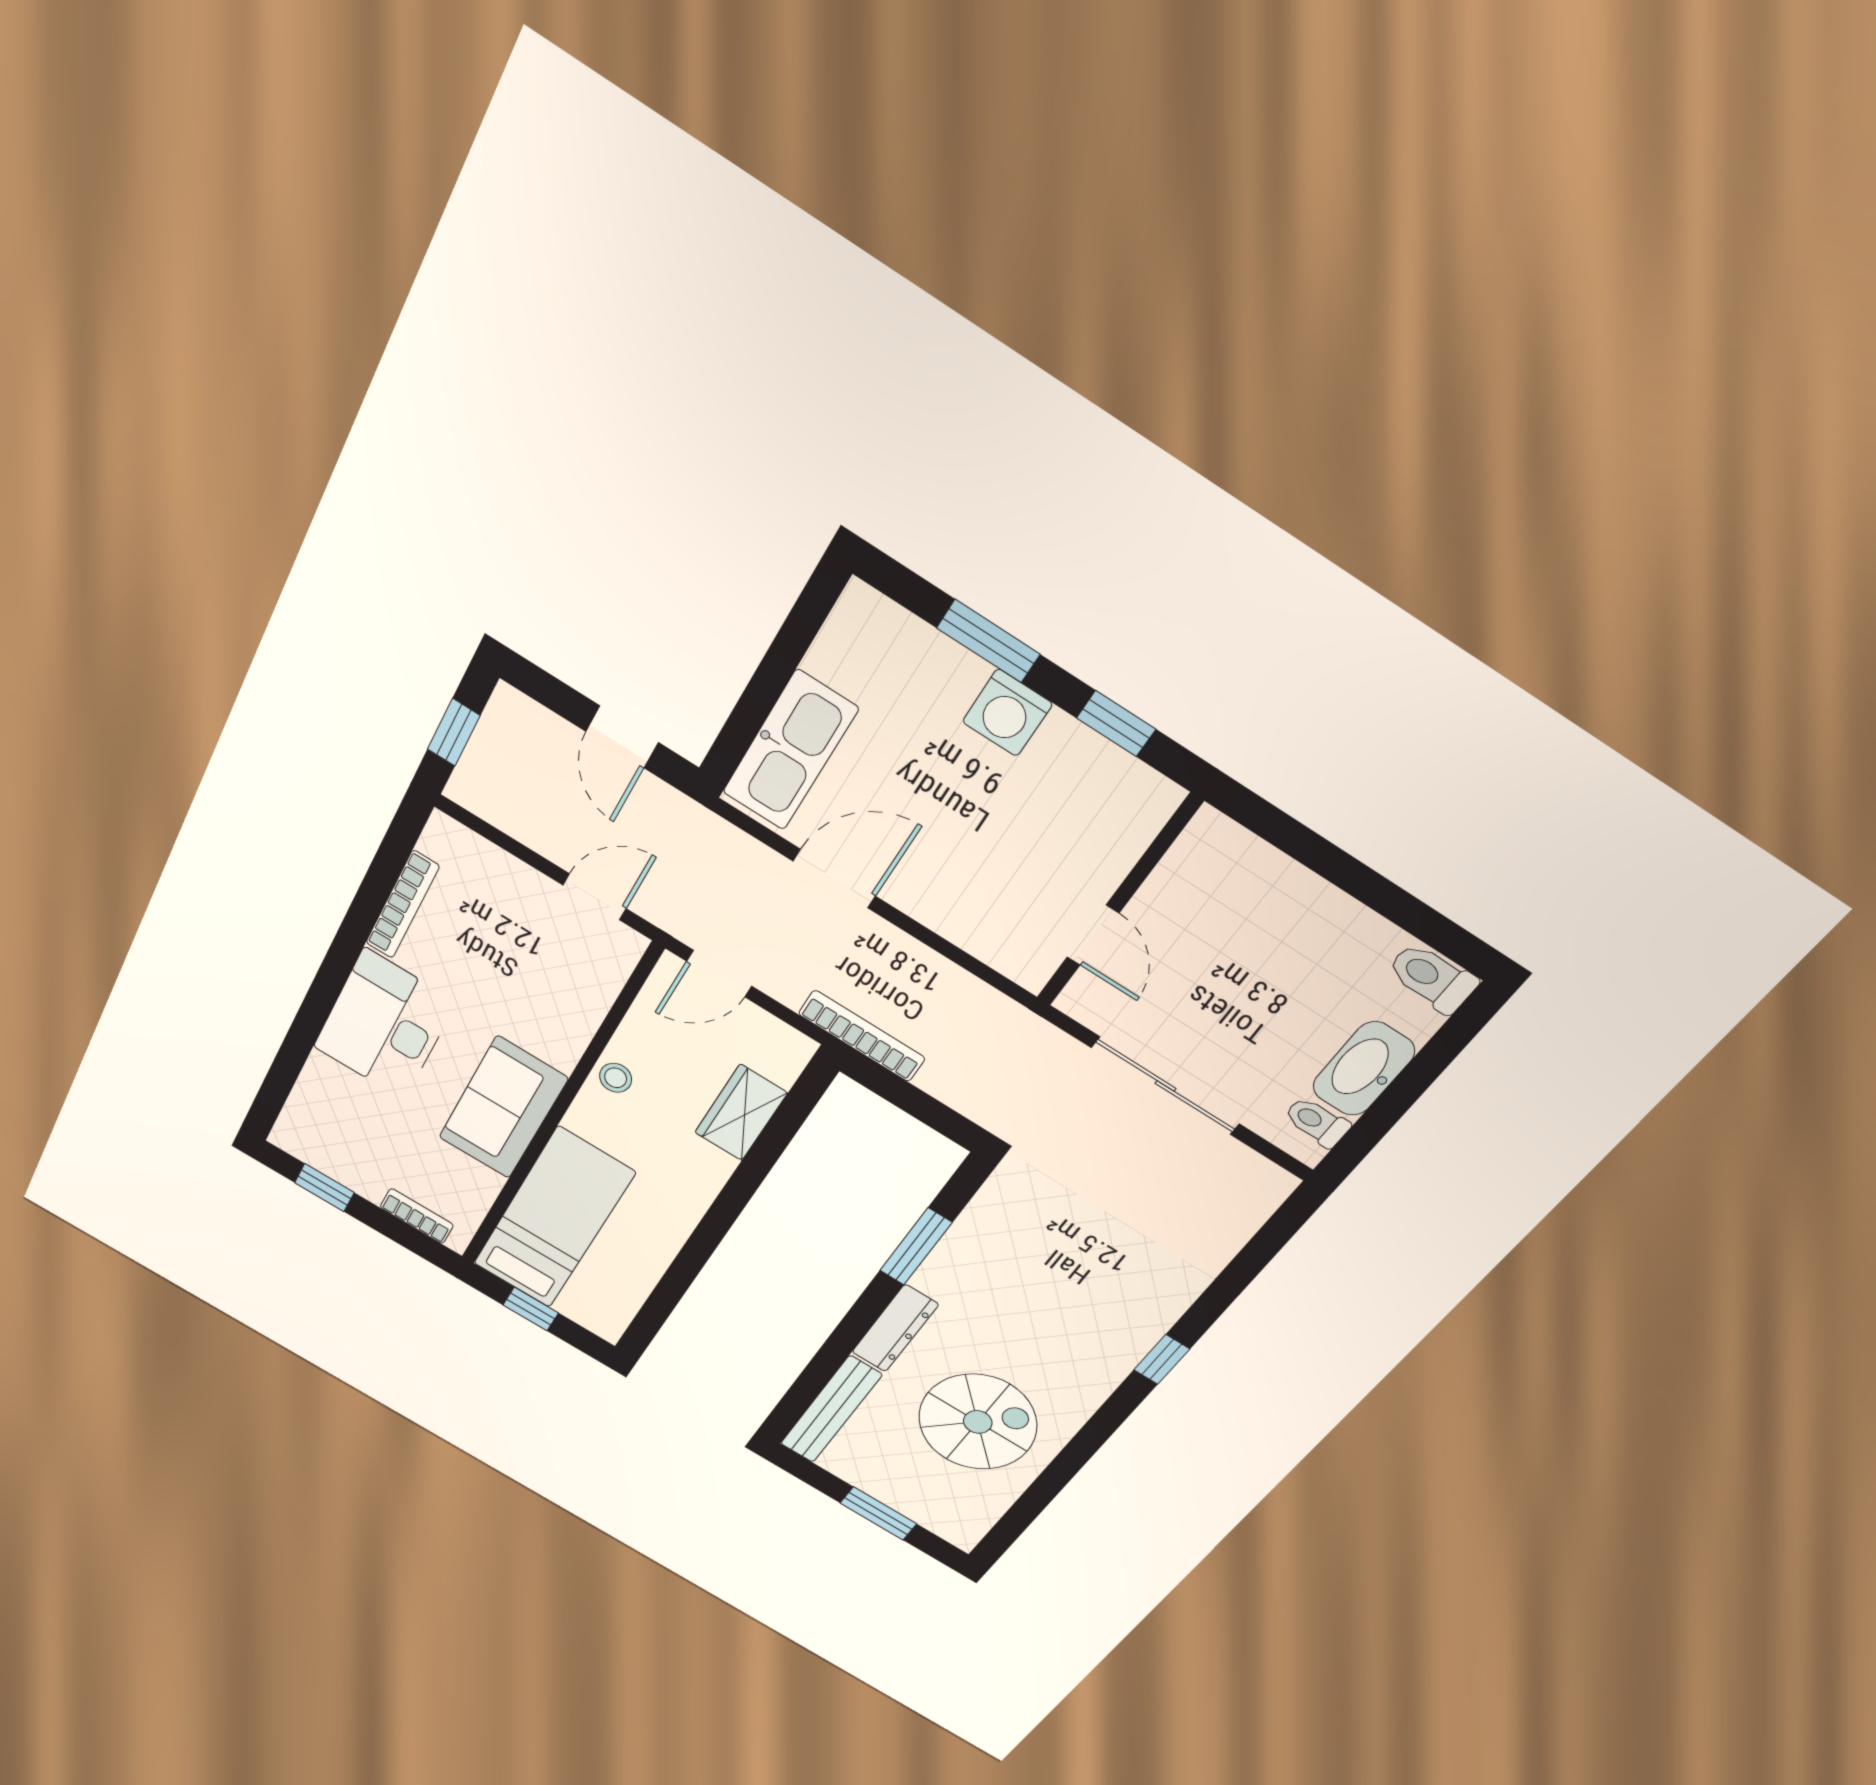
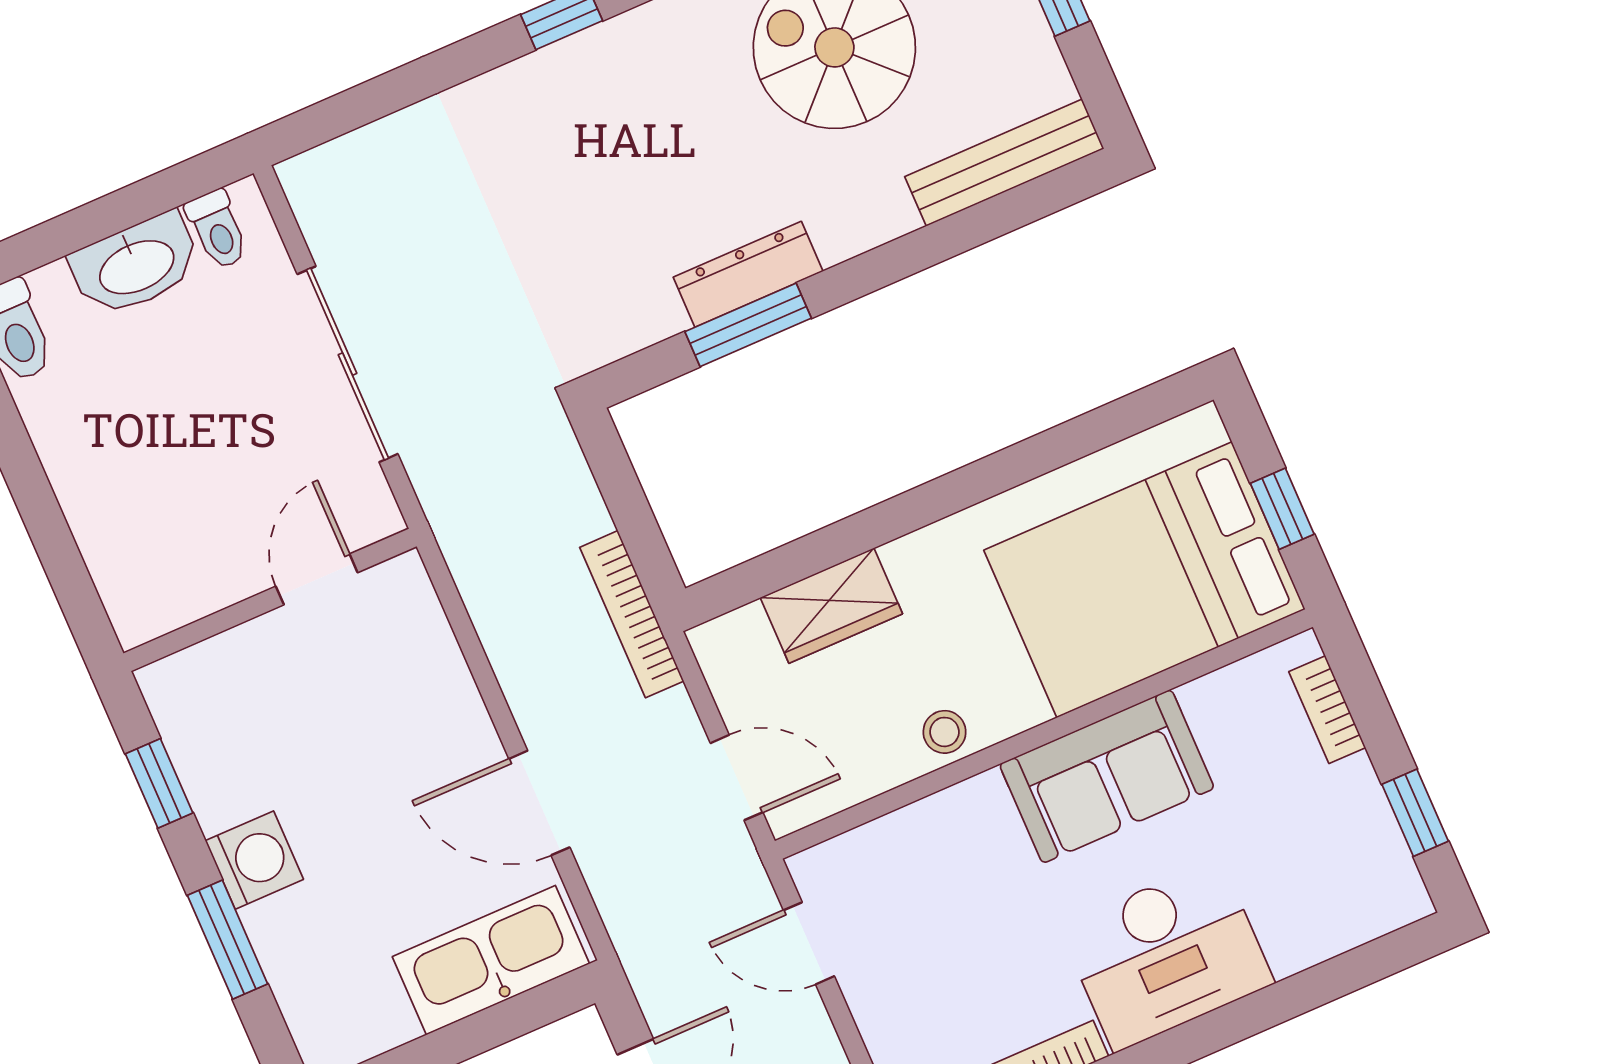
bed: (554, 1219) -> (1145, 580), width x1.50
dresser: (895, 1328) -> (748, 274), moved

